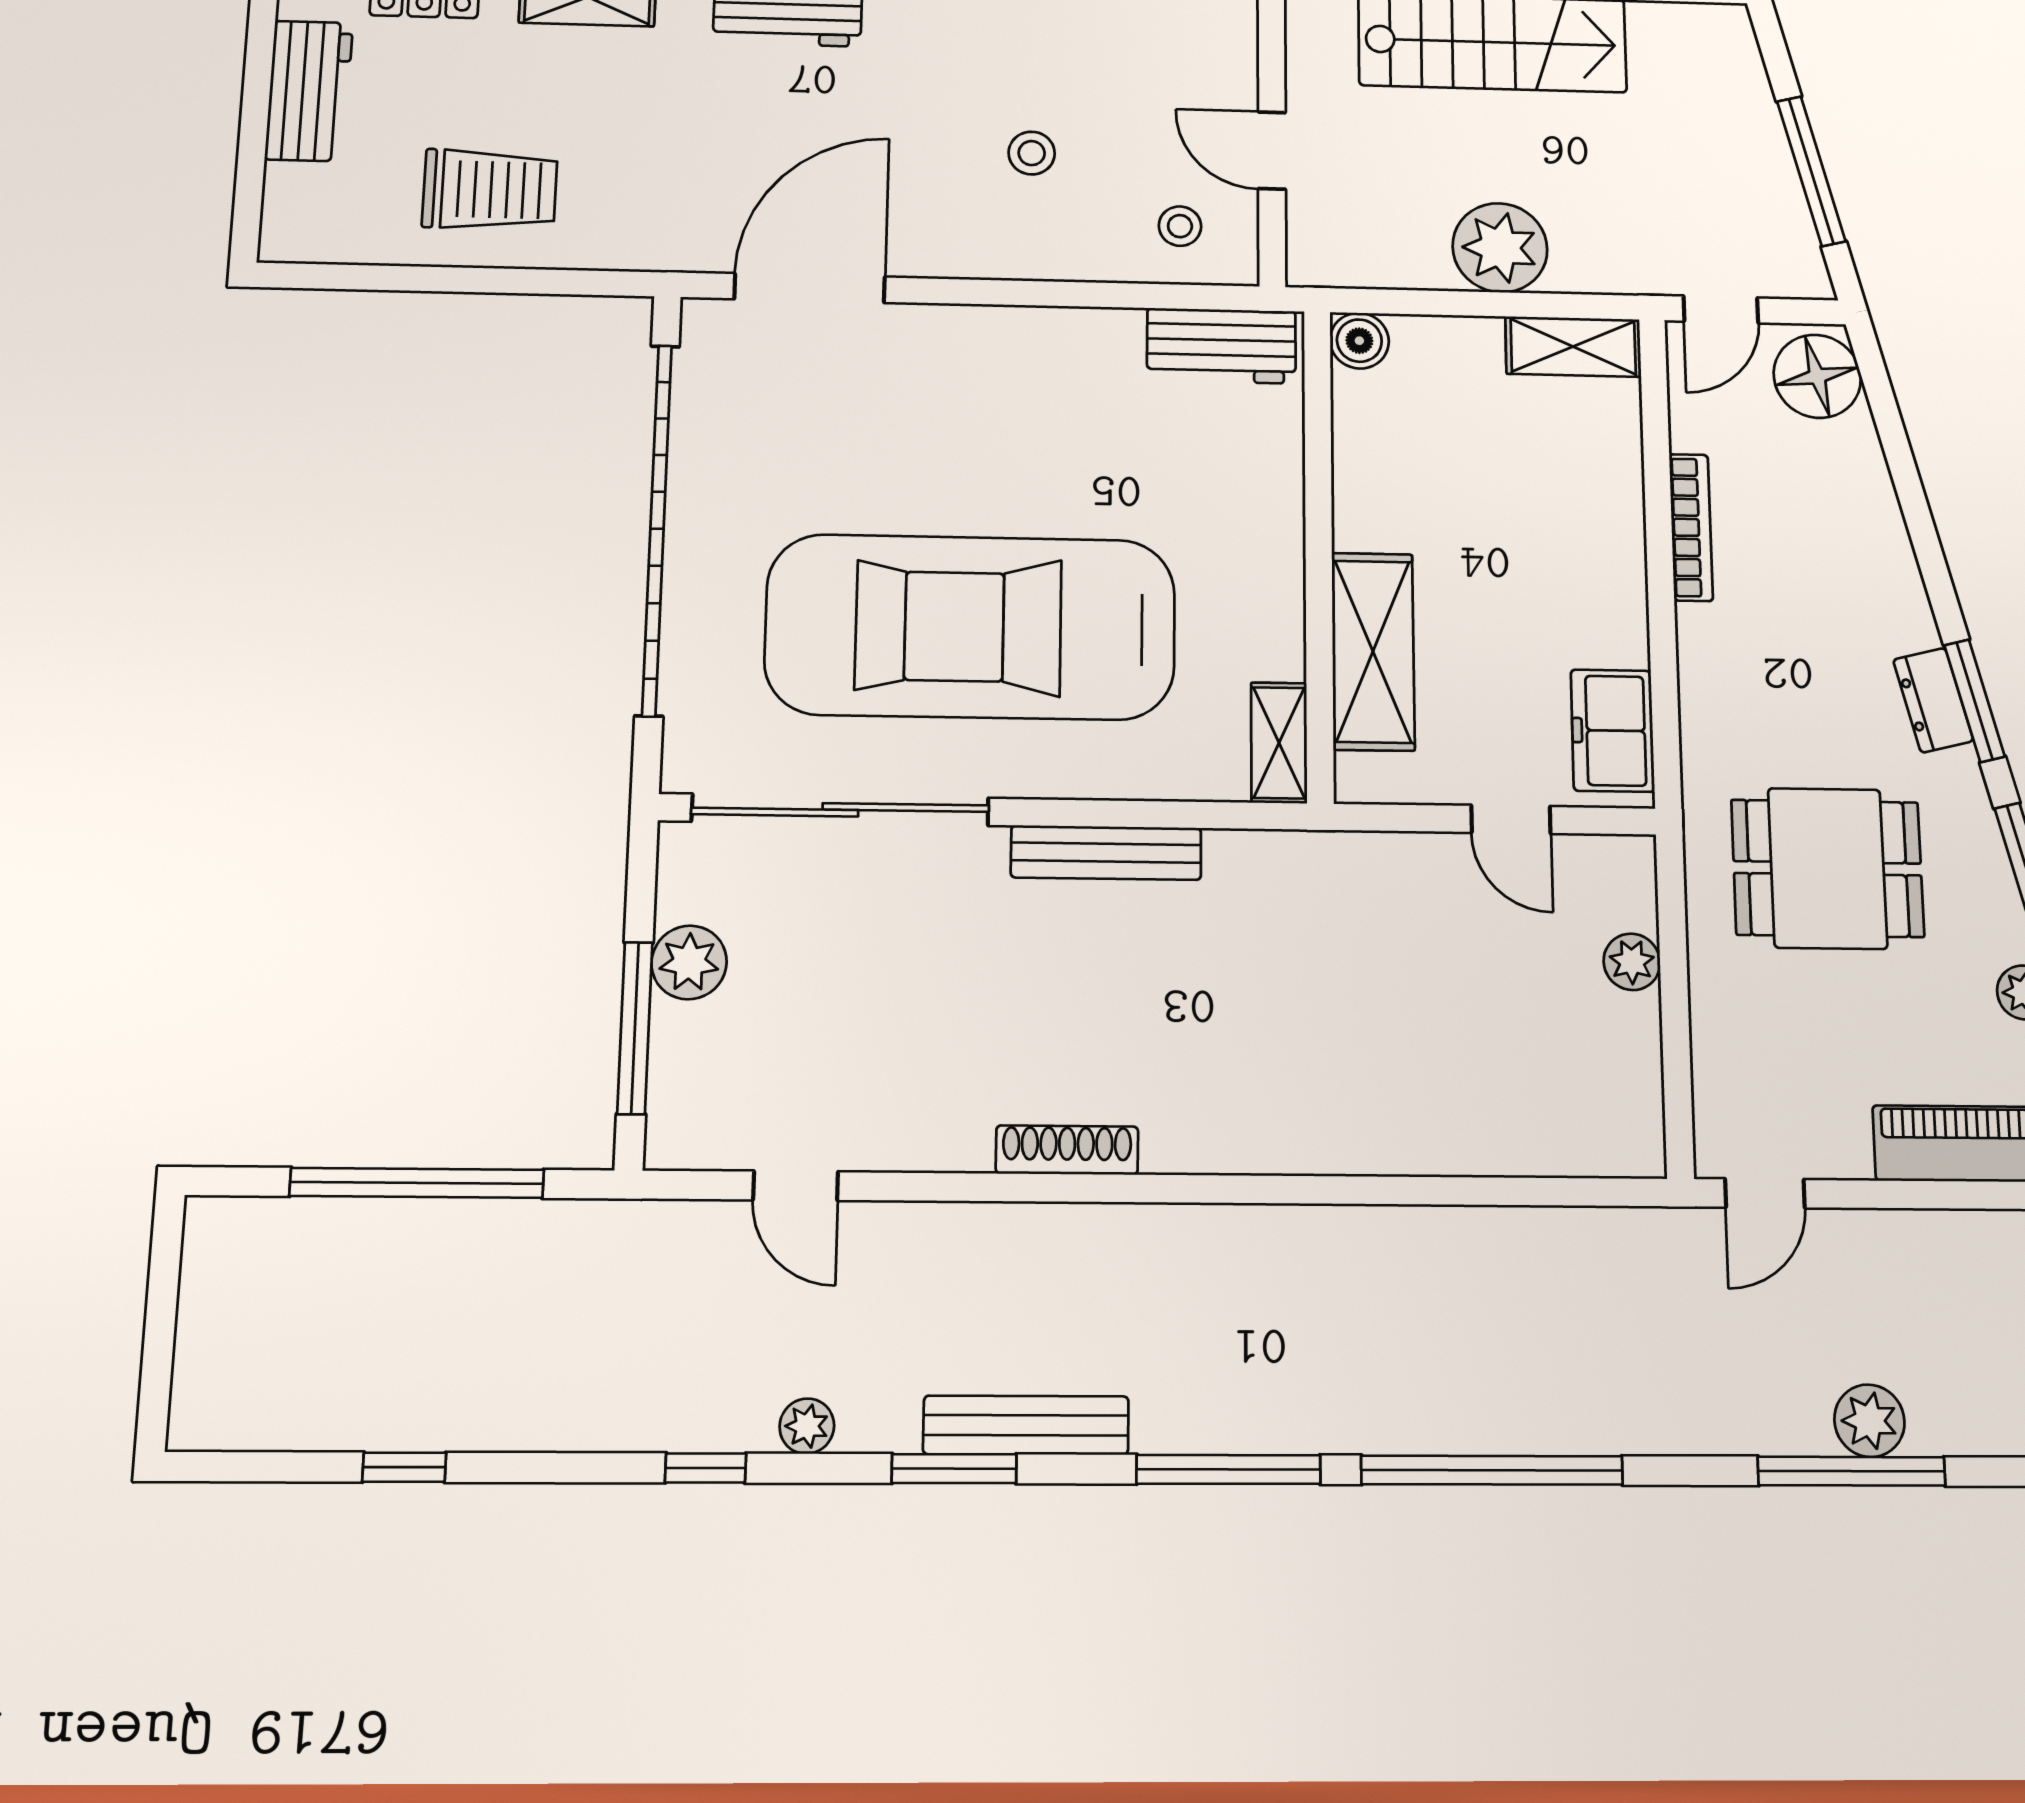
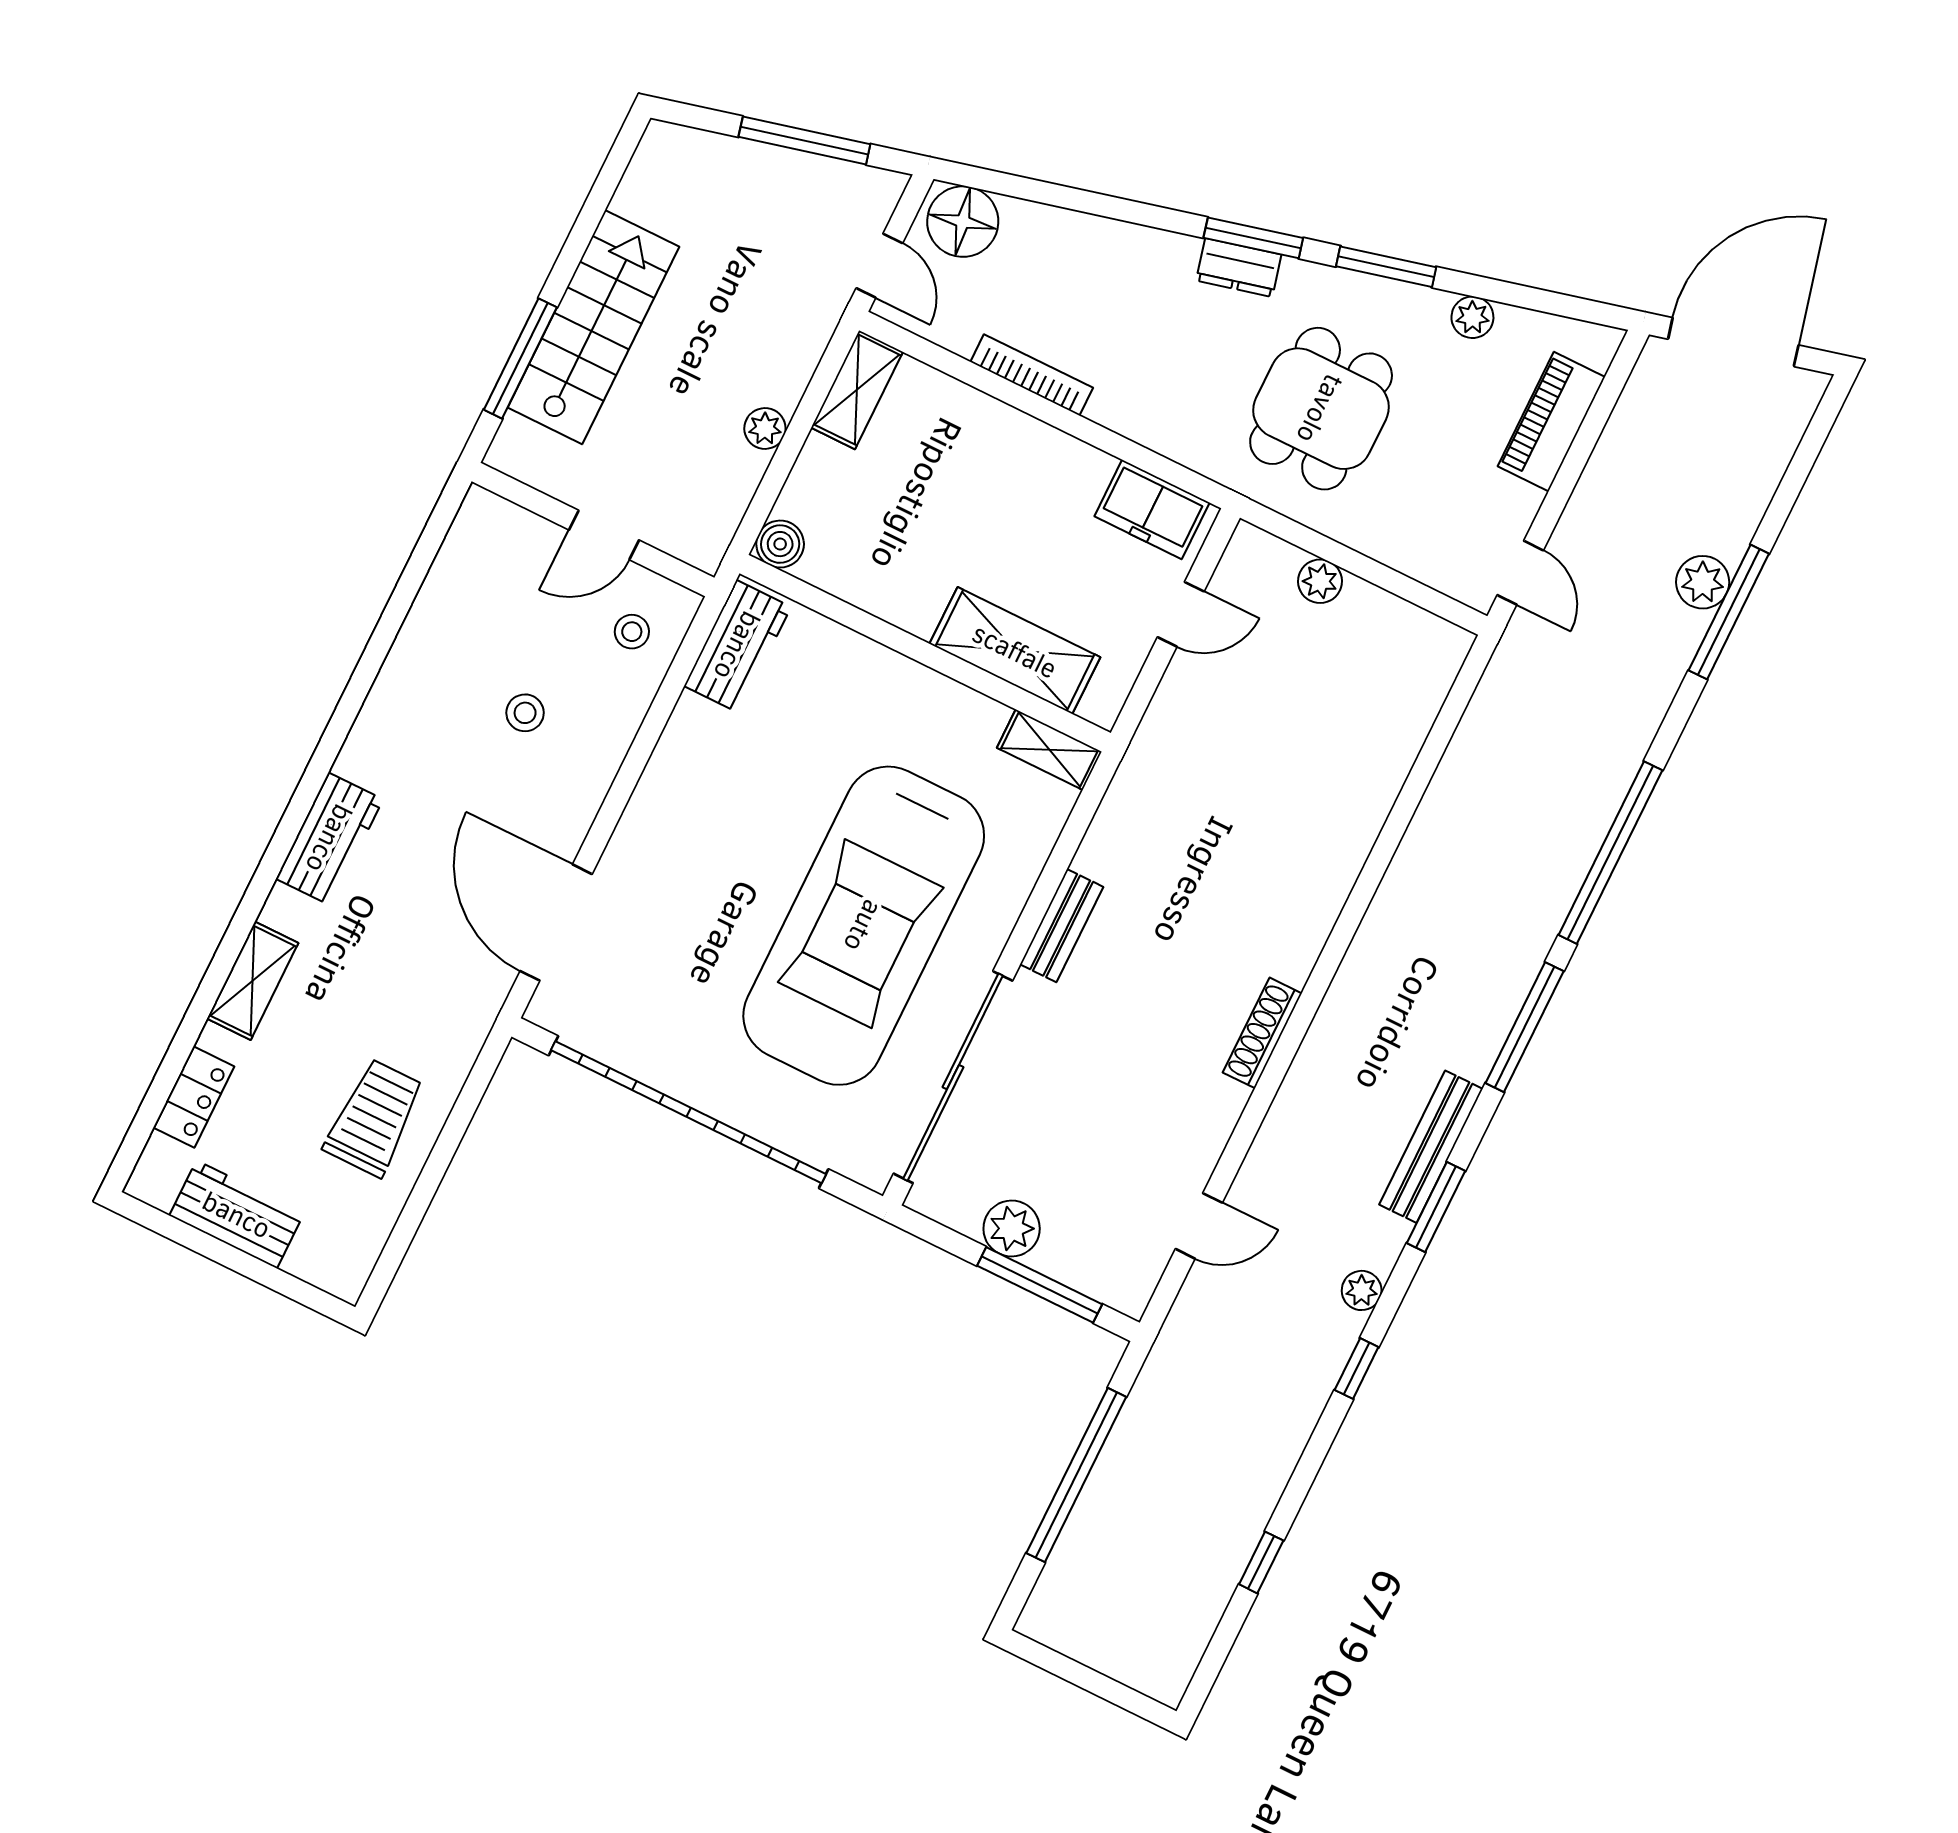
plant: (1500, 248) -> (765, 429), width x0.53, depth x0.53
bench: (1106, 853) -> (1062, 926), width x0.73

